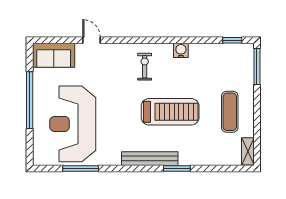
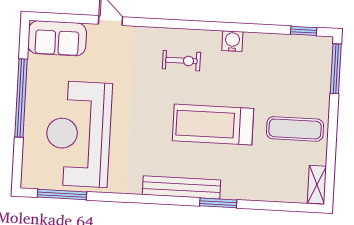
exercise bike: (145, 67) -> (181, 61), turned 90
treadmill: (170, 112) -> (213, 125), turned 180
exercise mat: (230, 112) -> (295, 129), turned 90
window: (81, 169) -> (62, 195), moved

